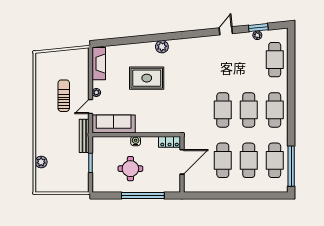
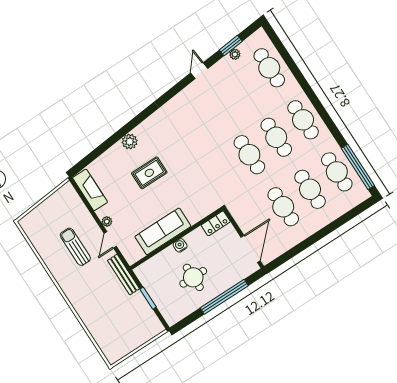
plant: (162, 47) -> (130, 142), moved
rug: (147, 78) -> (149, 173), width x0.73, depth x0.70
sofa: (114, 124) -> (163, 231), moved
plant: (41, 162) -> (96, 331), removed
door: (182, 162) -> (251, 249), moved

